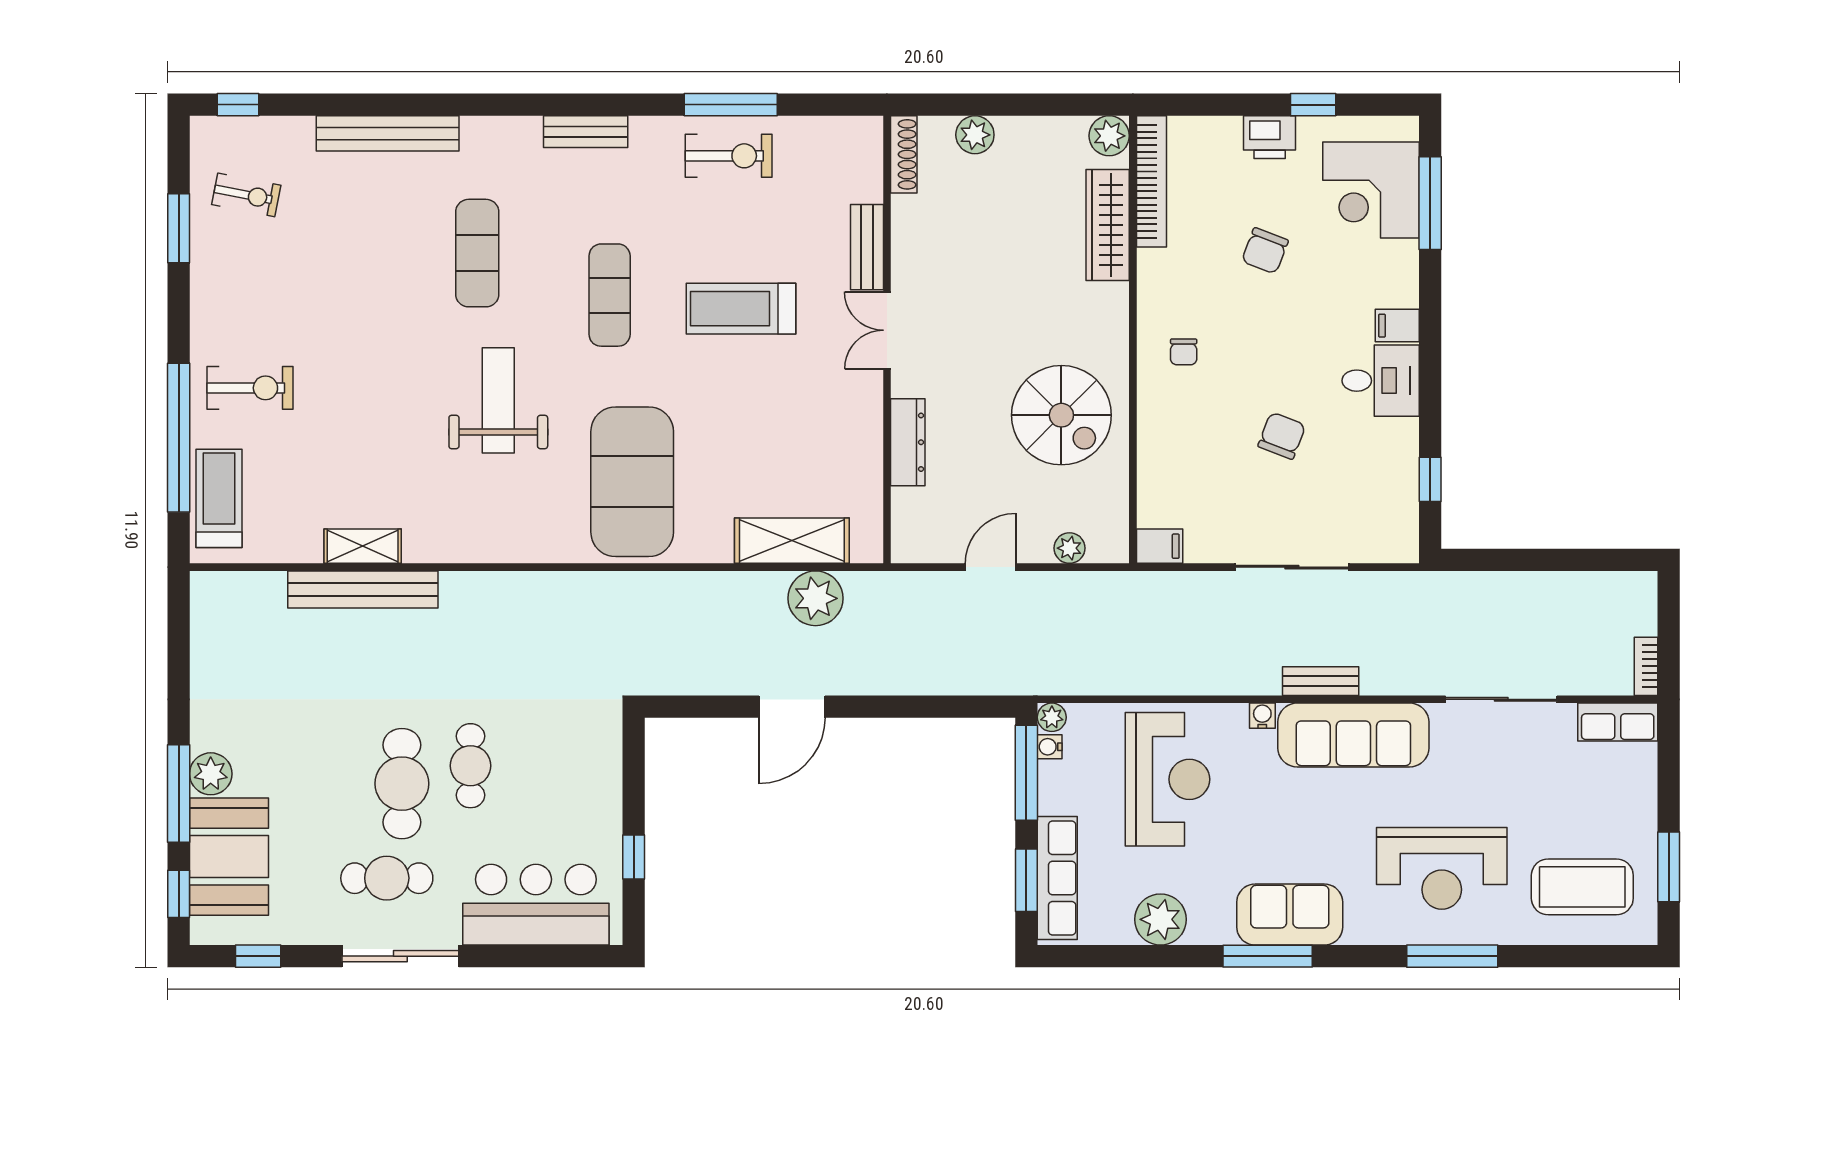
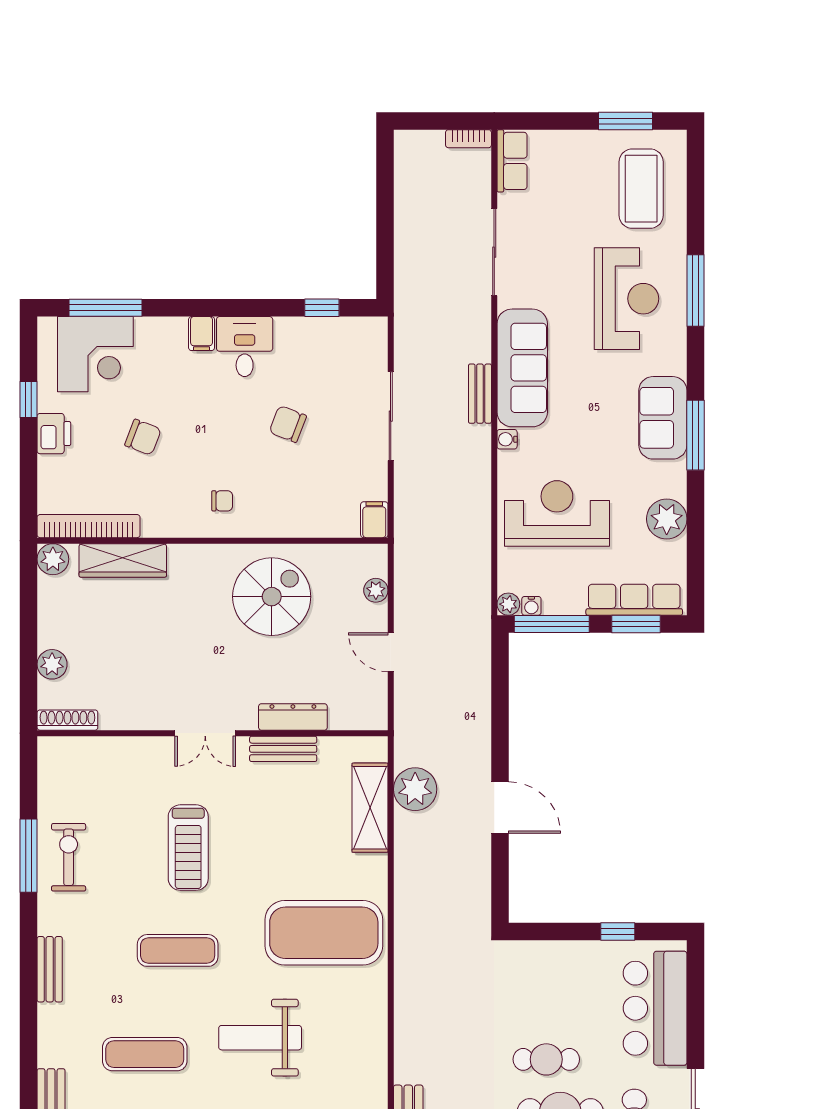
bench: (867, 247) -> (283, 749), moved

